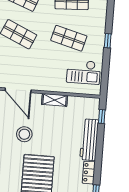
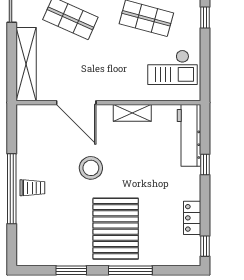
window: (102, 116) -> (205, 165), moved
workbench: (89, 140) -> (189, 135), moved

